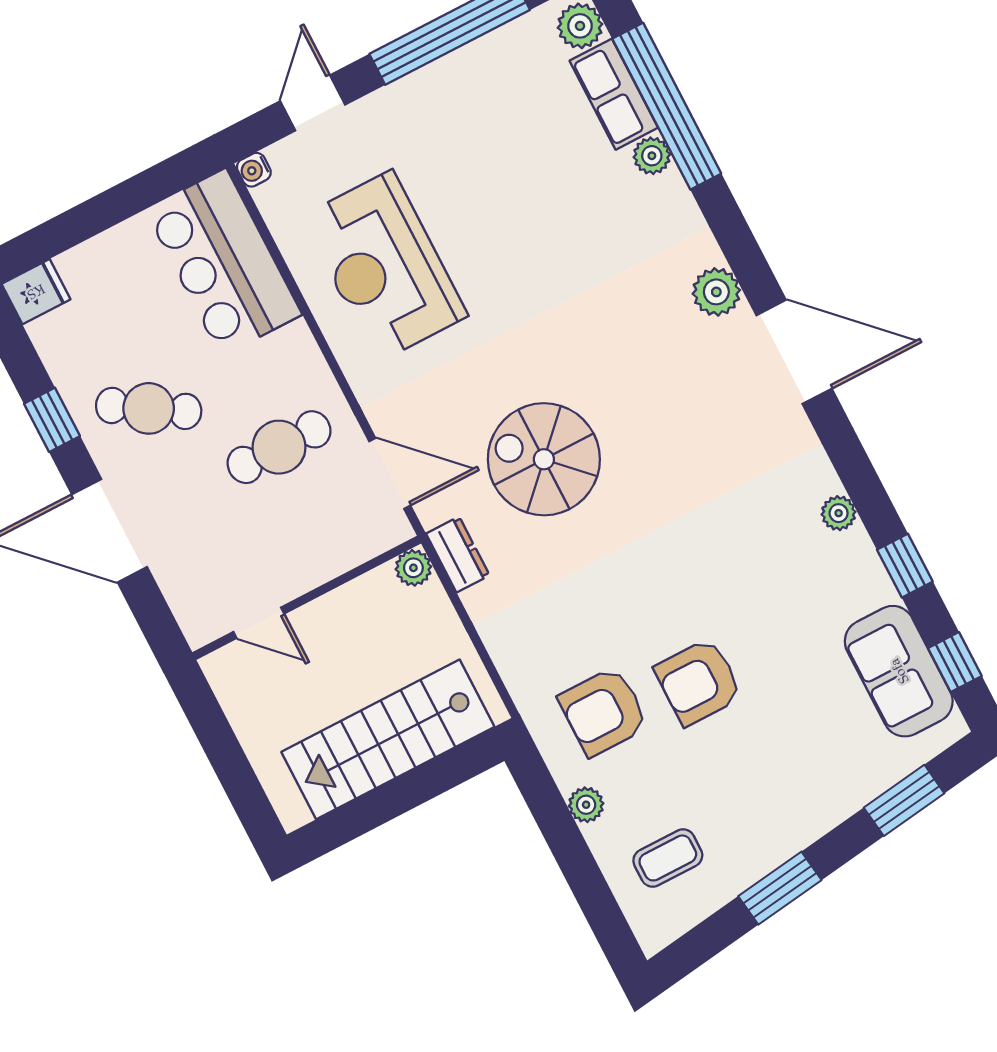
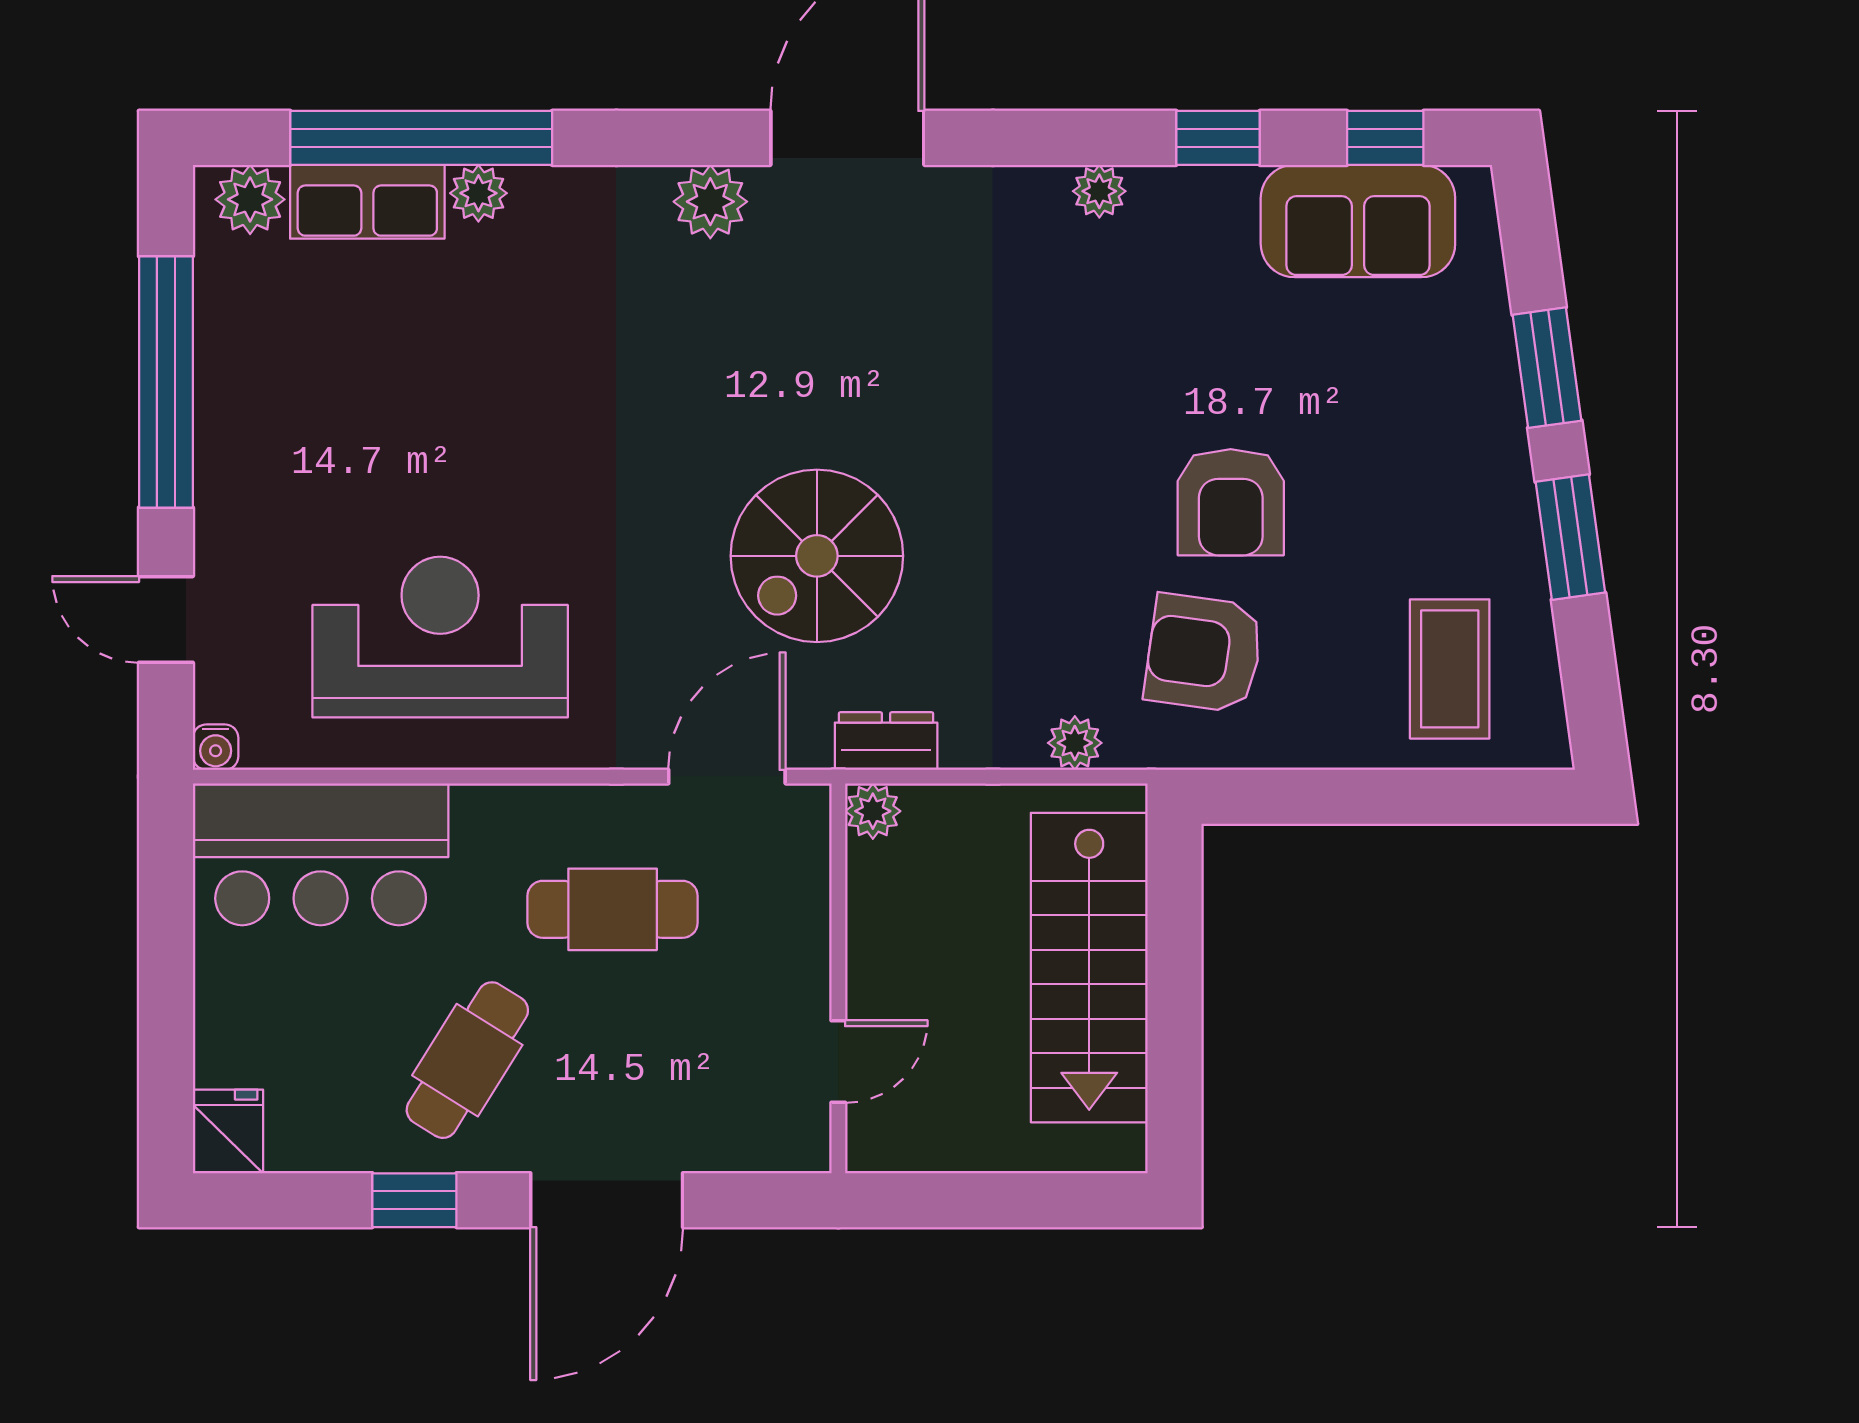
reception desk: (384, 266) -> (440, 637), turned 180
cafe table: (279, 447) -> (613, 909), turned 90
armchair: (603, 711) -> (1204, 653), turned 98
window: (904, 800) -> (1547, 368), moved
plant: (586, 805) -> (1075, 743), moved
coffee table: (668, 858) -> (1450, 669), width x1.36, depth x1.30

